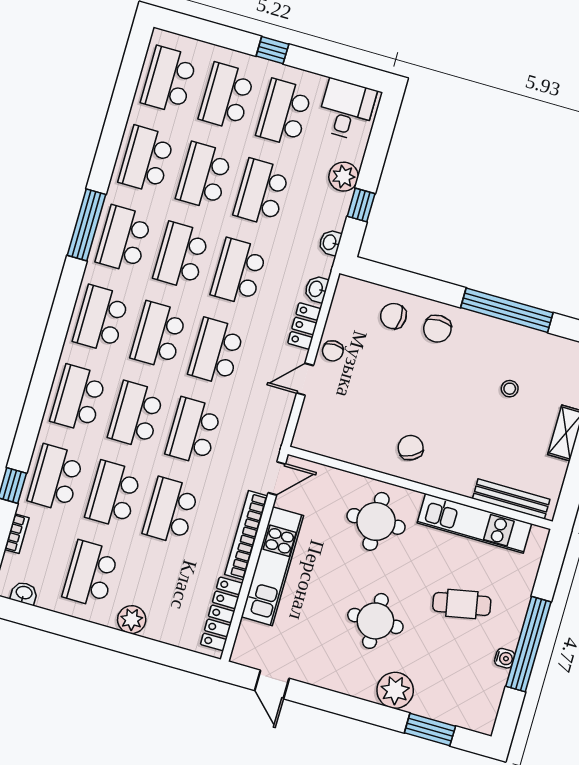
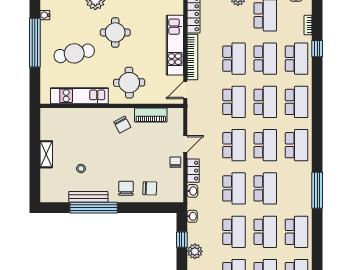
school desk: (124, 239) -> (297, 188), removed
piano: (353, 451) -> (151, 115), added
bench: (511, 499) -> (88, 197), moved
cafe table: (462, 604) -> (74, 53), width x1.37, depth x1.35
water cooler: (505, 658) -> (45, 15), moved

